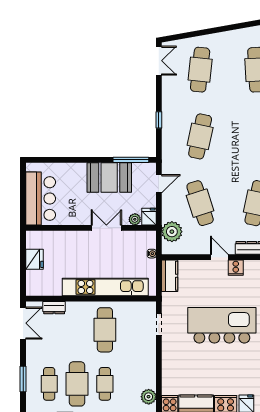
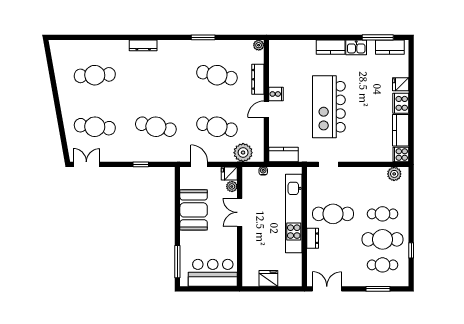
window: (131, 160) -> (177, 262), moved
cafe table: (200, 203) -> (217, 127), turned 30
dresser: (54, 308) -> (313, 238), moved

